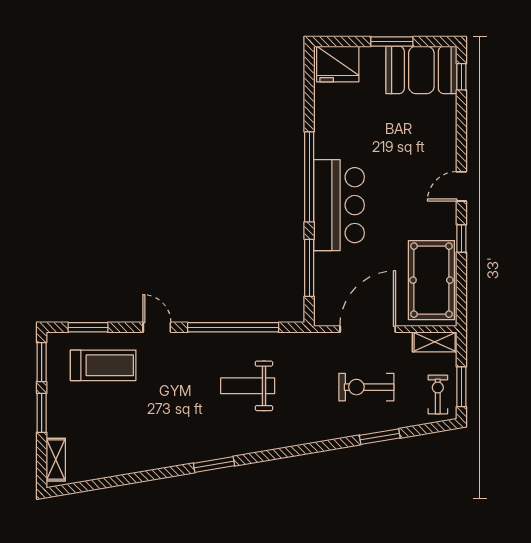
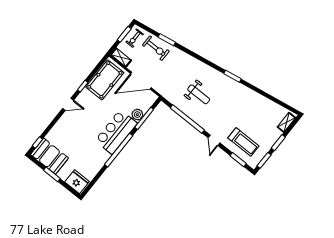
plant: (326, 265) -> (137, 115), added
treadmill: (103, 365) -> (243, 142), turned 180
exercise bike: (366, 387) -> (156, 48), moved

